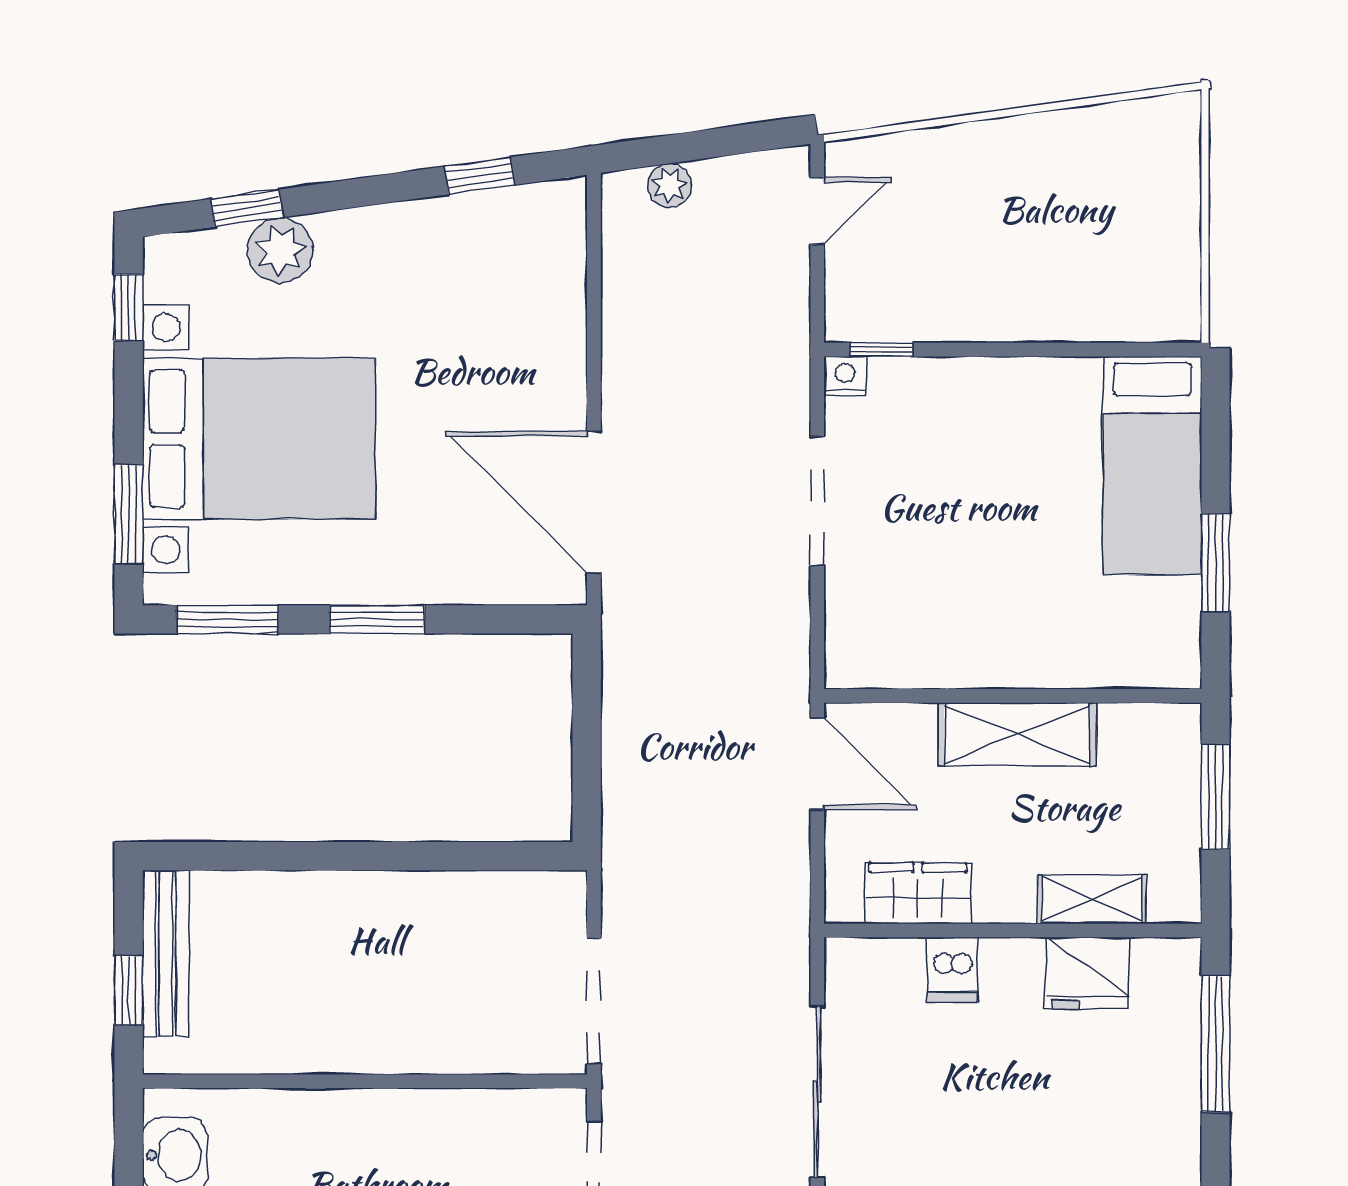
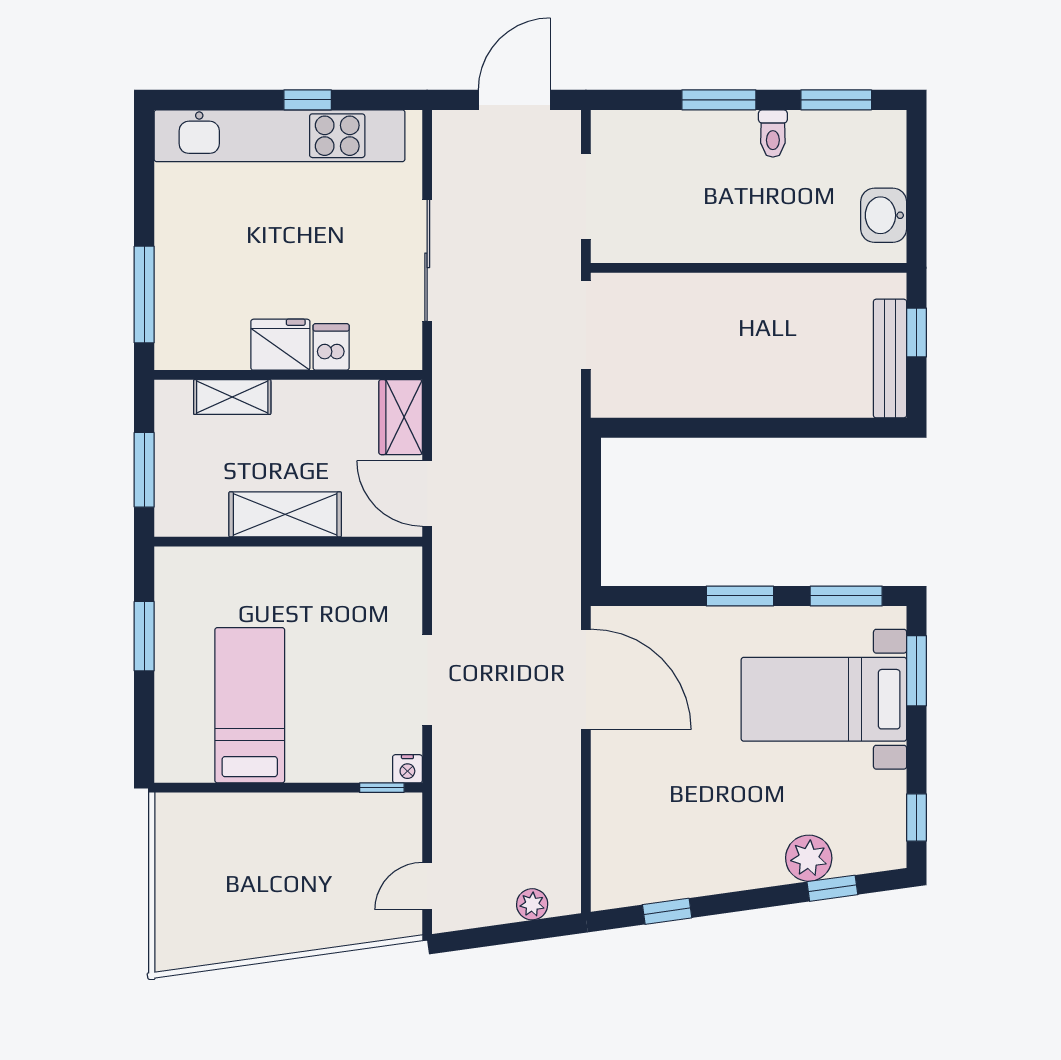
bed with nightstands: (259, 439) -> (824, 699), width x0.73
bed: (1152, 466) -> (250, 705), moved
wardrobe: (918, 893) -> (401, 417), moved, turned 90
fridge: (1087, 973) -> (280, 345), moved

